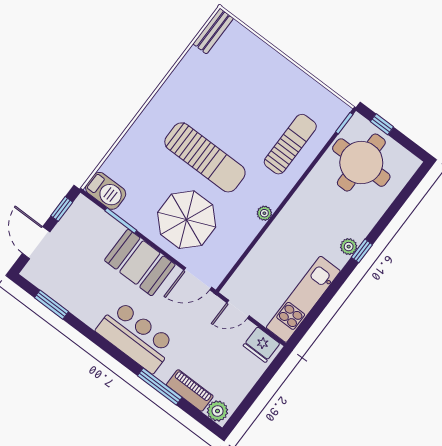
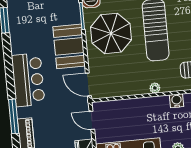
water cooler: (298, 203) -> (177, 101), added
parasol: (187, 220) -> (111, 33), moved

